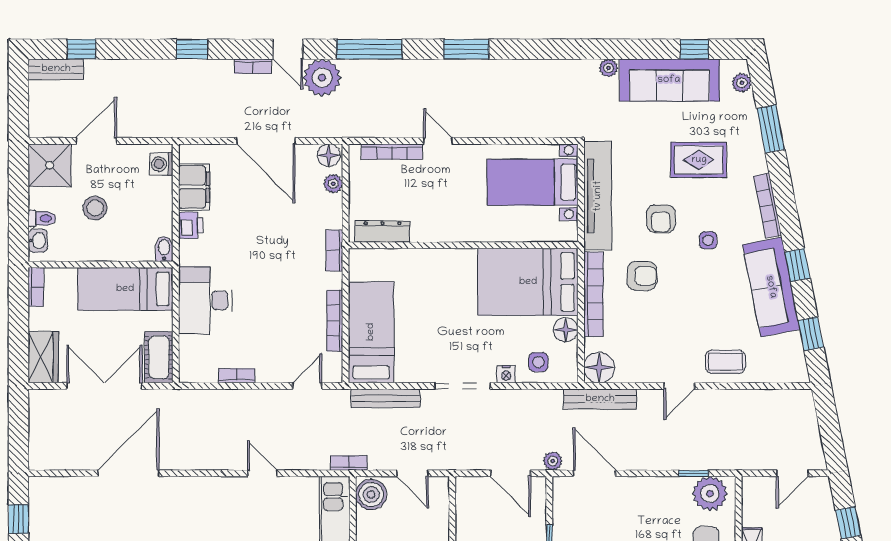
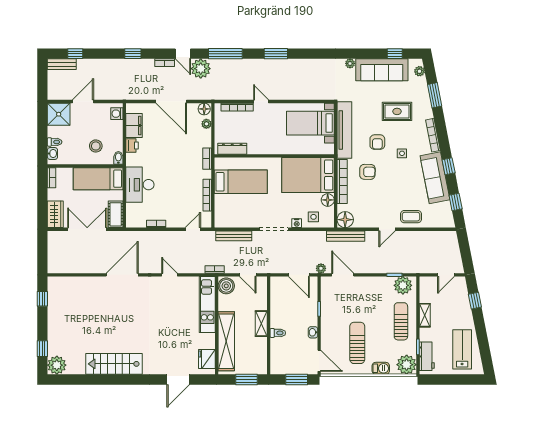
stool: (95, 208) -> (96, 146), moved
bed: (371, 332) -> (241, 182), moved, turned 90
door: (128, 473) -> (122, 275), moved

